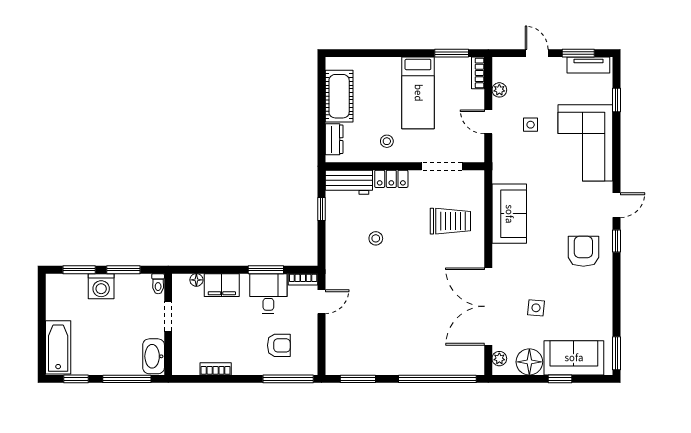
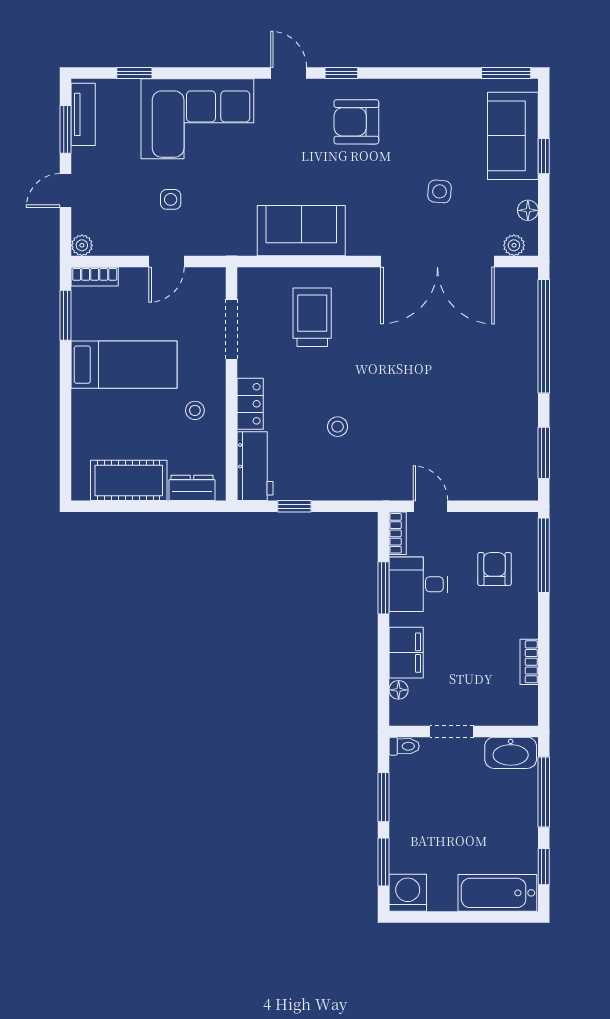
plant: (499, 90) -> (82, 245), moved
washing machine: (101, 286) -> (408, 893), moved, turned -90
floor lamp: (529, 362) -> (528, 210), width x0.53, depth x0.53

